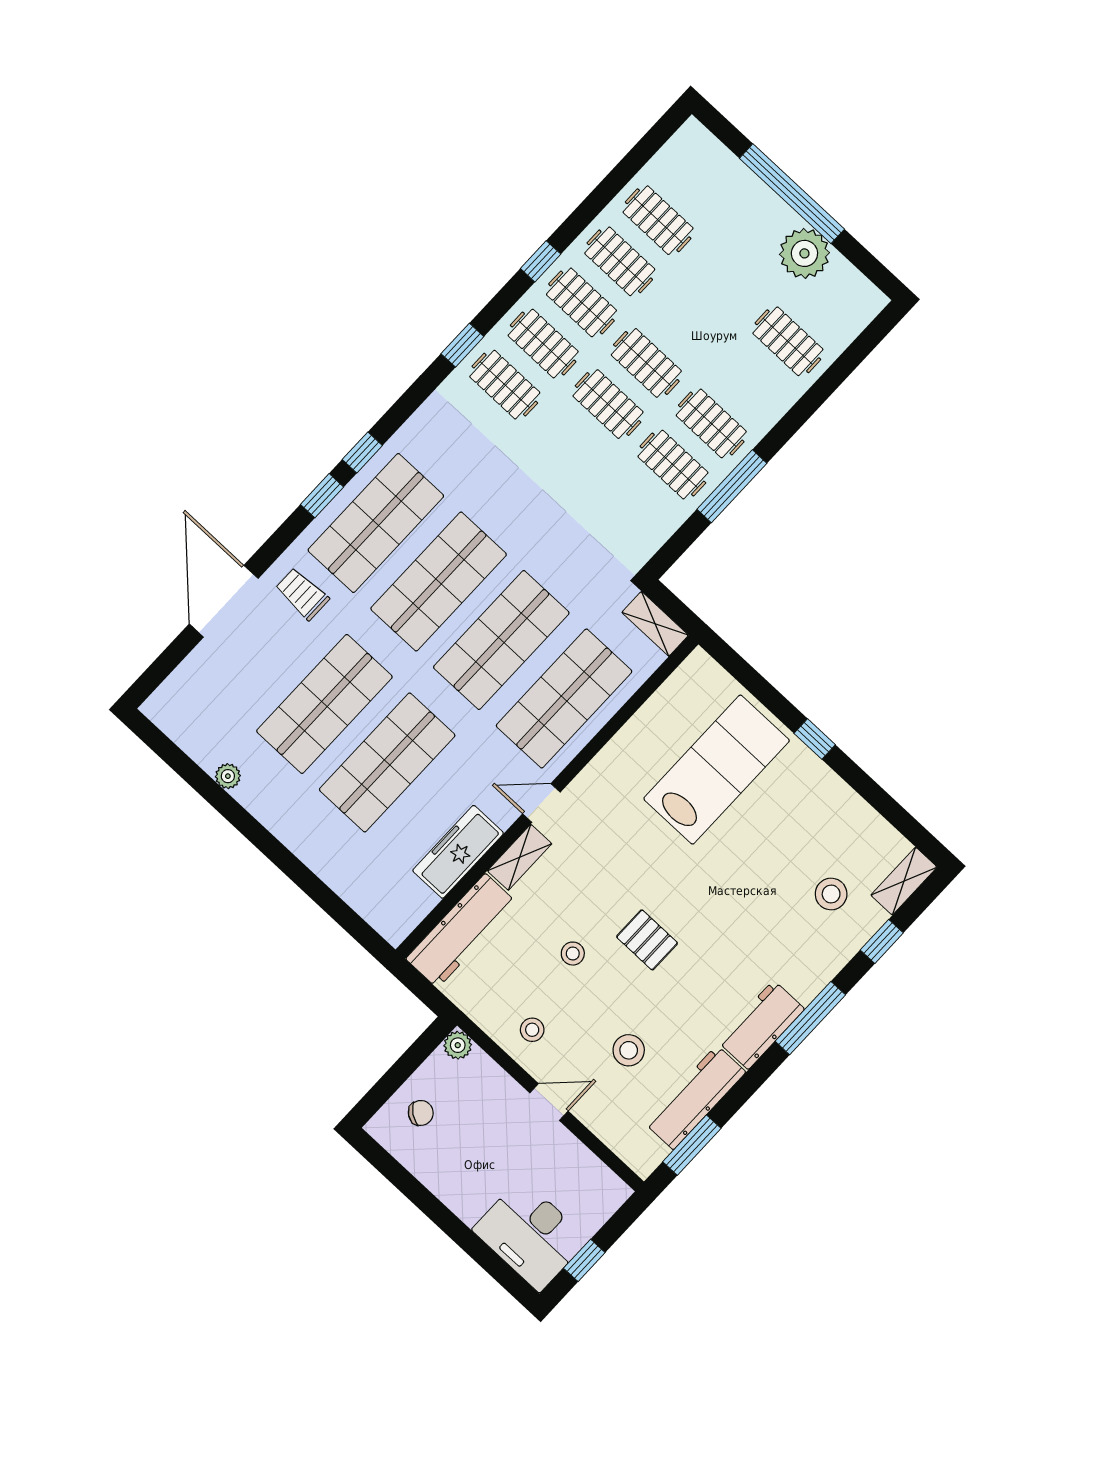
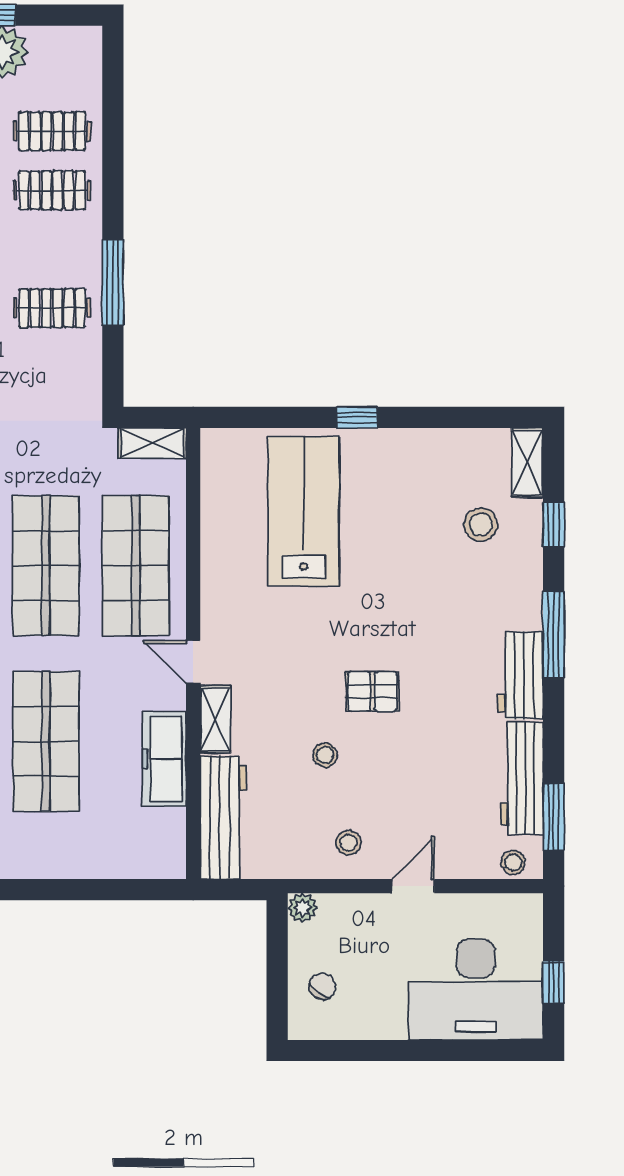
clothes rail: (711, 423) -> (52, 190), moved
door: (541, 803) -> (193, 662), hinge flipped
stool: (629, 1050) -> (513, 863), moved, width x0.73, depth x0.73
desk: (530, 1235) -> (476, 990), width x1.36, depth x1.30

